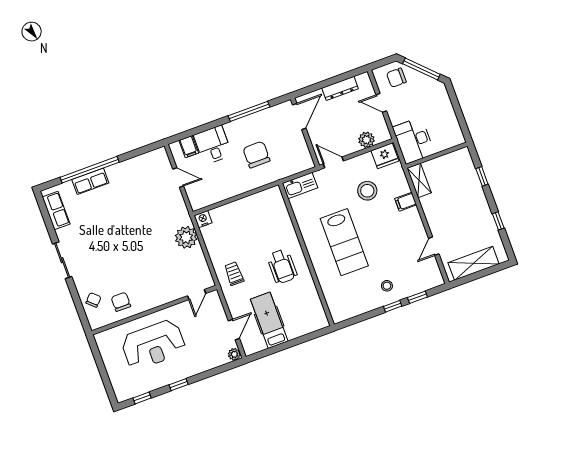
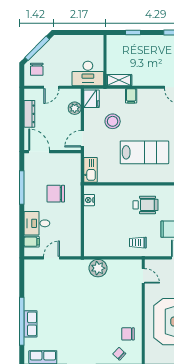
nightstand: (203, 219) -> (89, 200), moved

